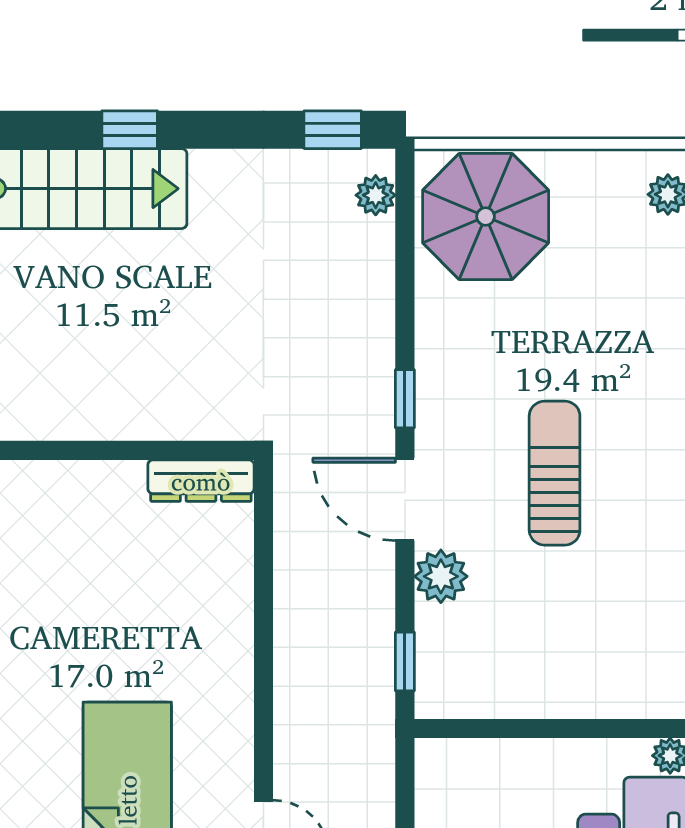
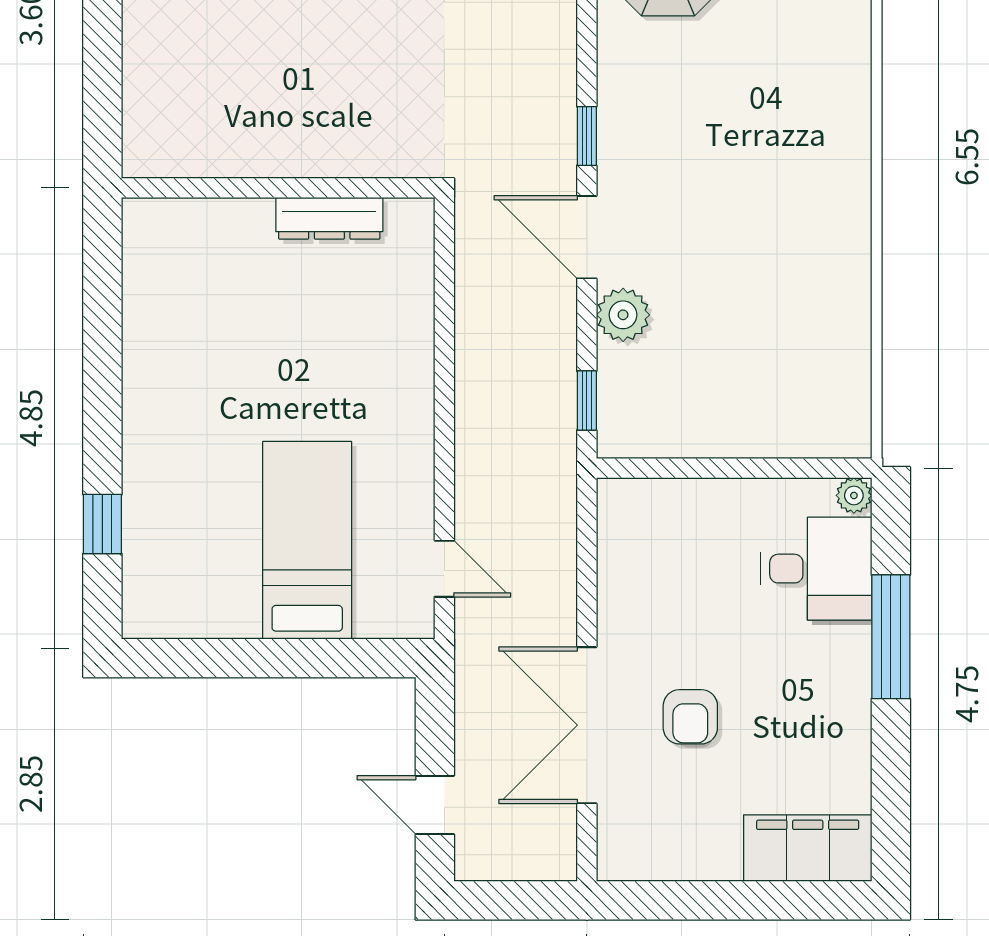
sun lounger: (555, 473) -> (738, 211), removed
dresser: (201, 481) -> (329, 218), moved

